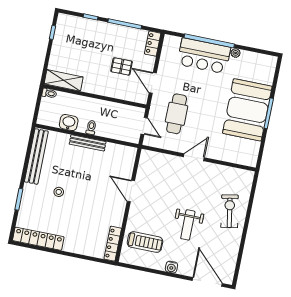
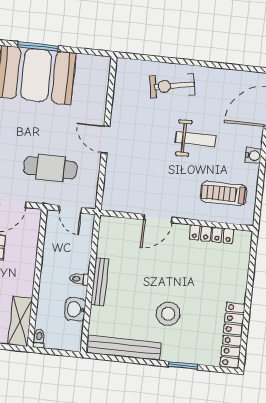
door: (144, 126) -> (70, 209), swing flipped
stool: (59, 192) -> (168, 314), width x1.89, depth x1.89
treadmill: (145, 242) -> (224, 194), turned -90
locker: (113, 244) -> (212, 234), moved

